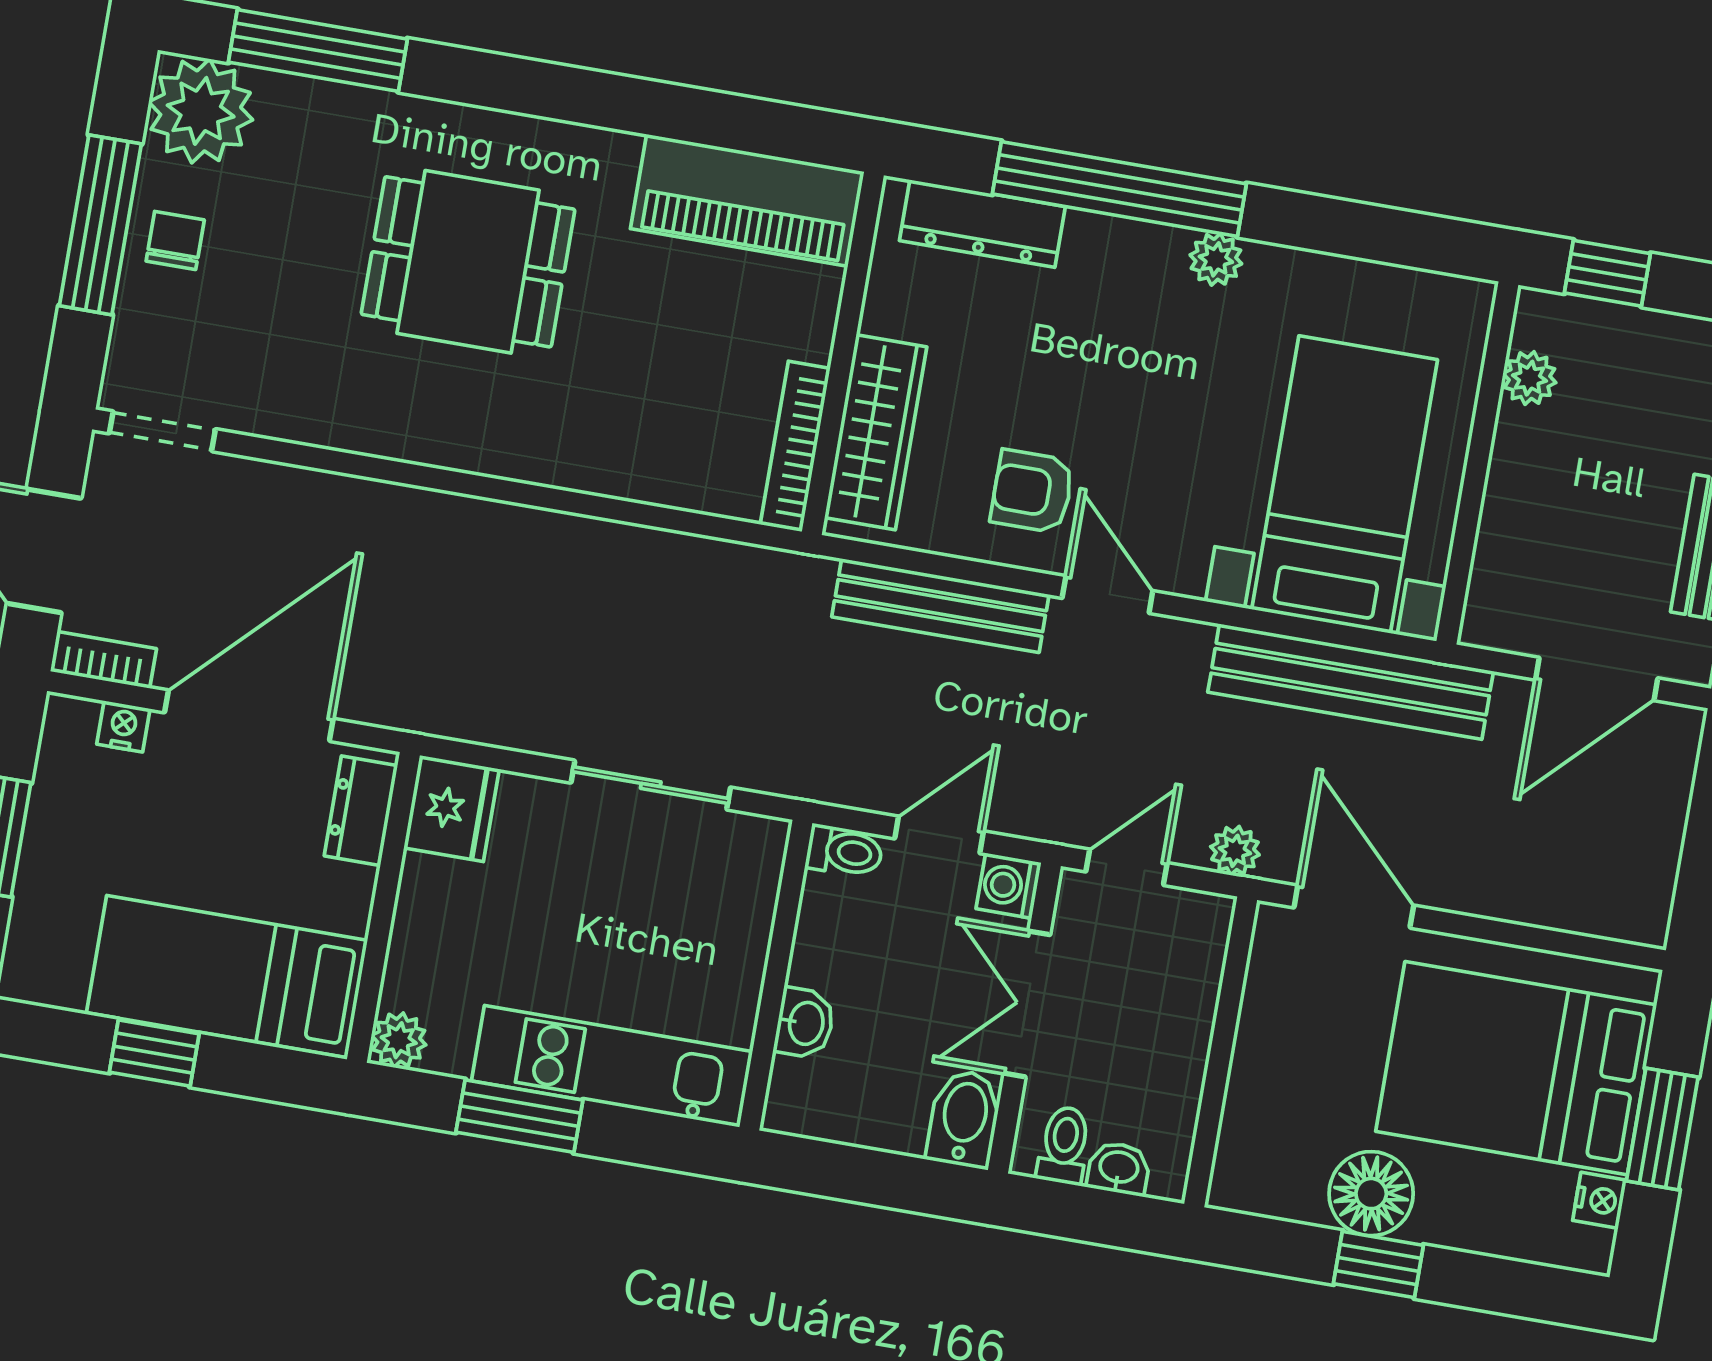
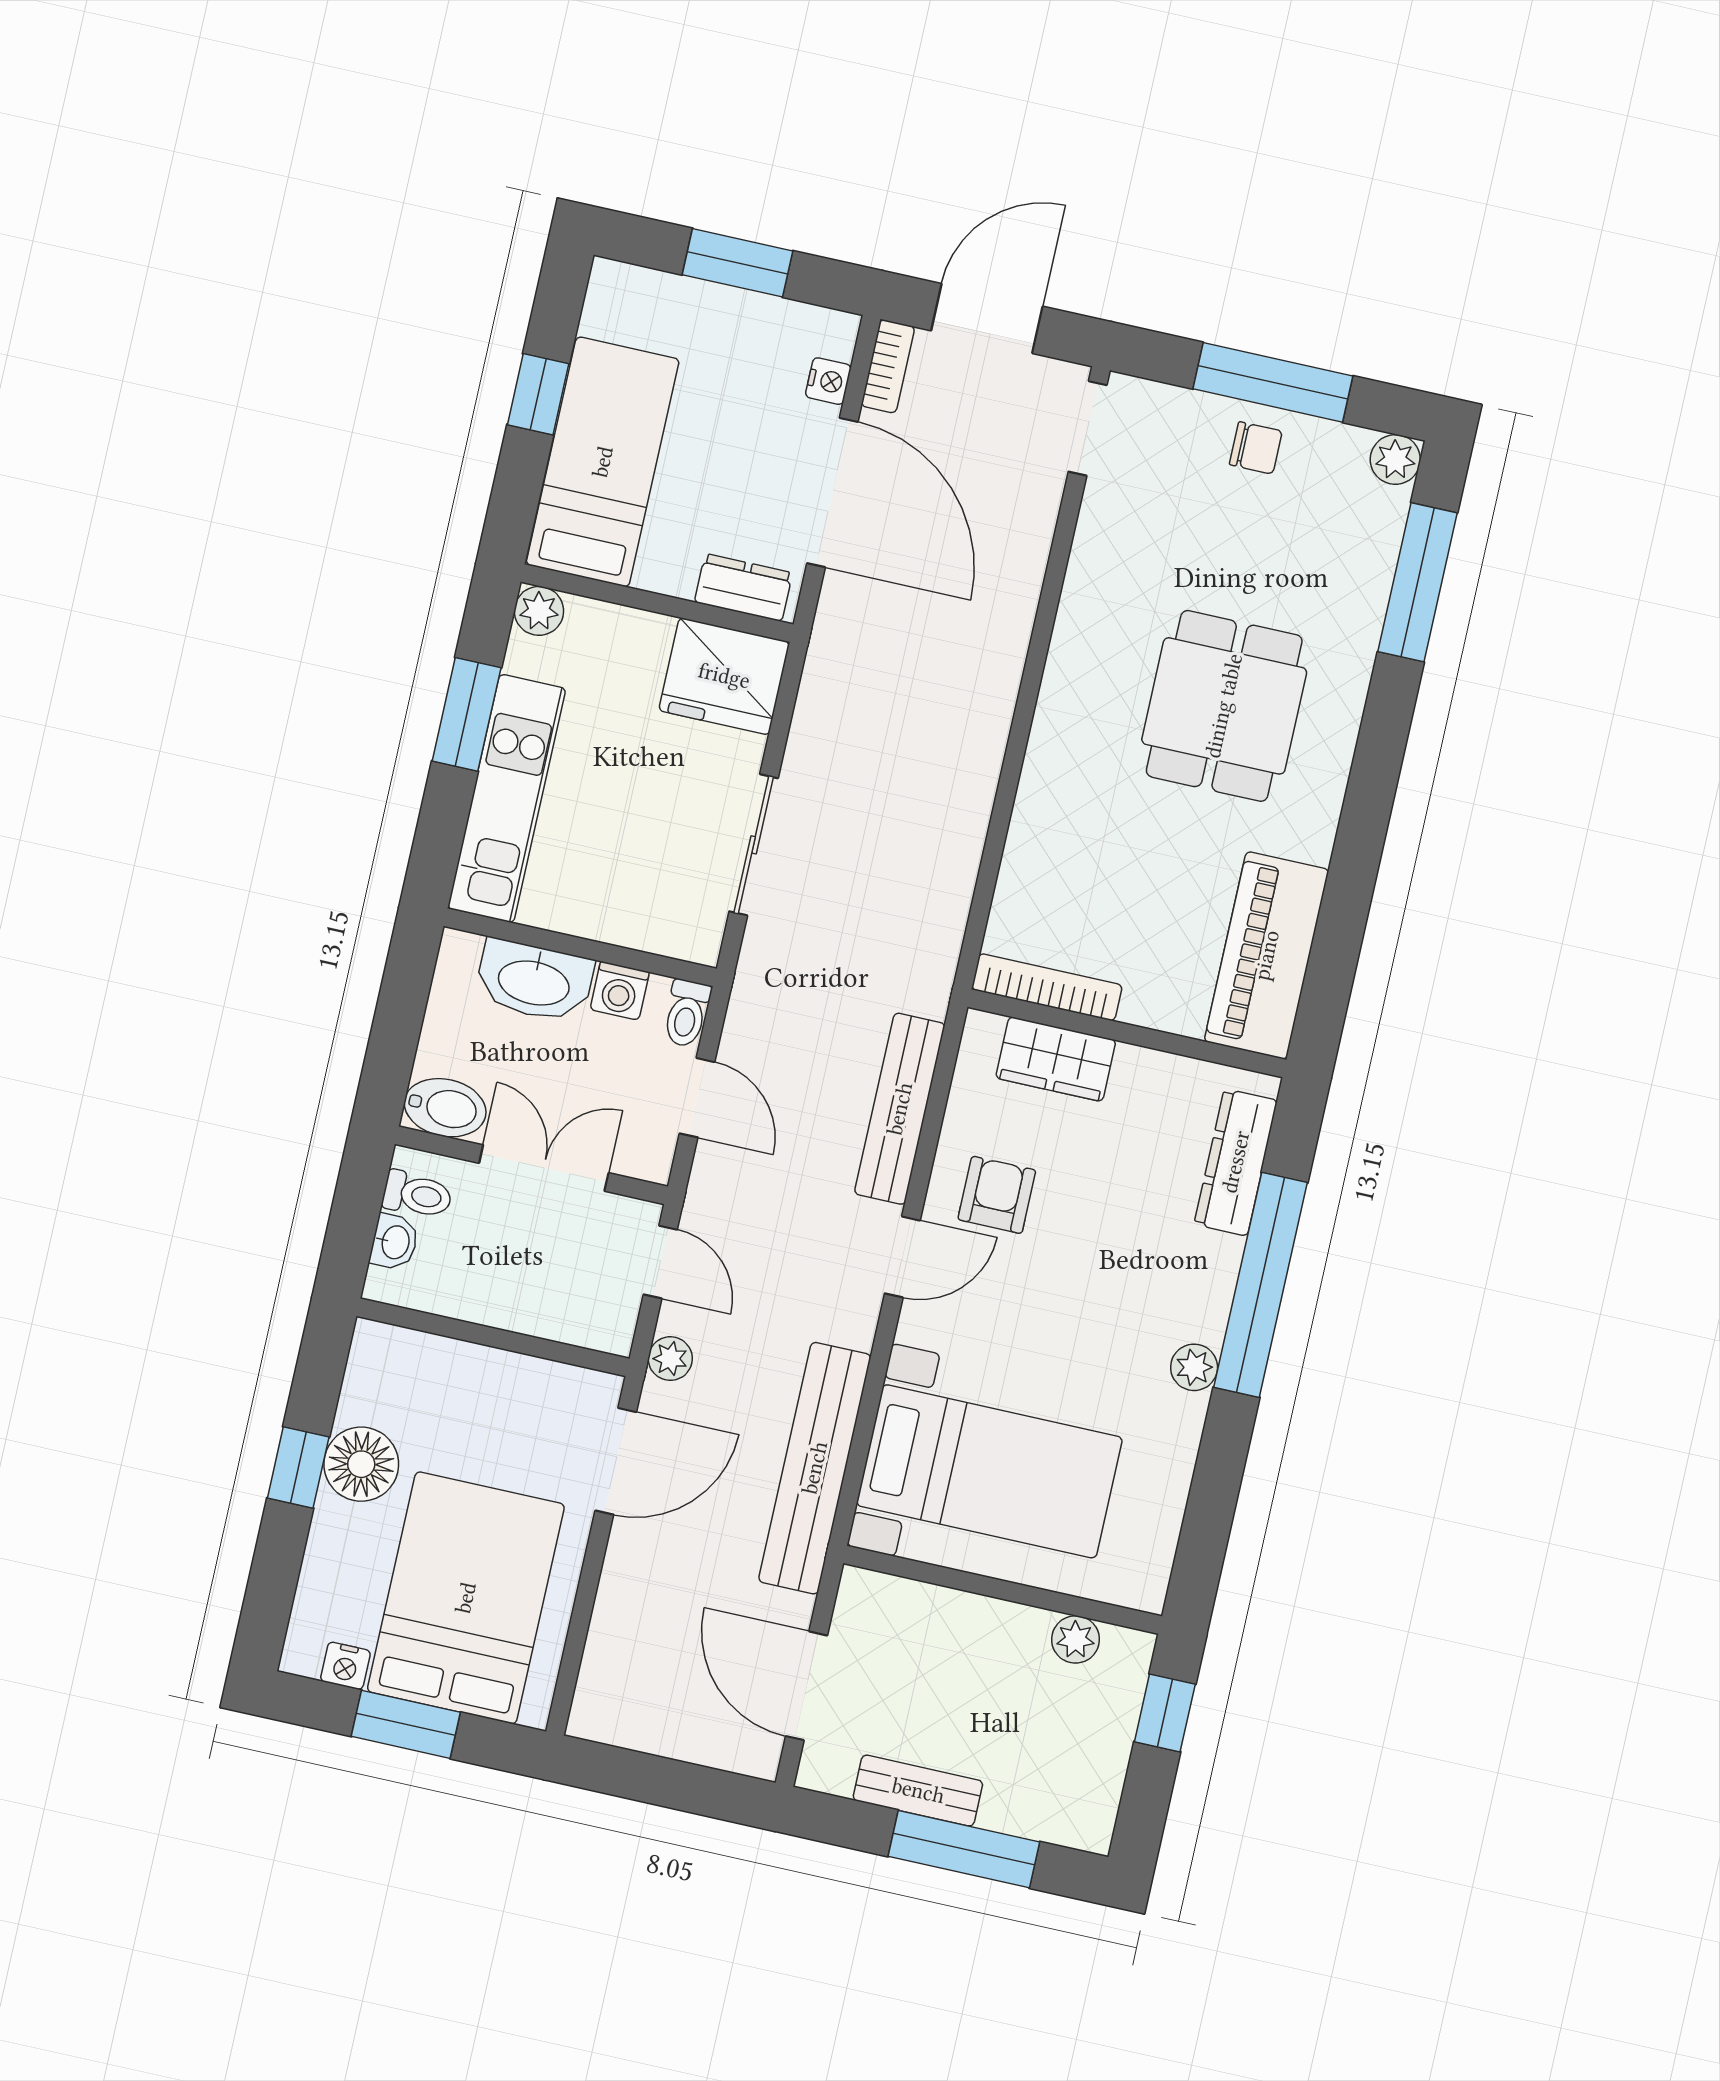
plant: (201, 111) -> (1395, 459), width x0.53, depth x0.53
wardrobe: (876, 432) -> (1056, 1059), width x0.67
fridge: (452, 808) -> (724, 676), width x1.36, depth x1.34
washing machine: (1009, 886) -> (620, 991), moved, turned 180
washbasin: (805, 1023) -> (534, 981), width x1.91, depth x1.45

